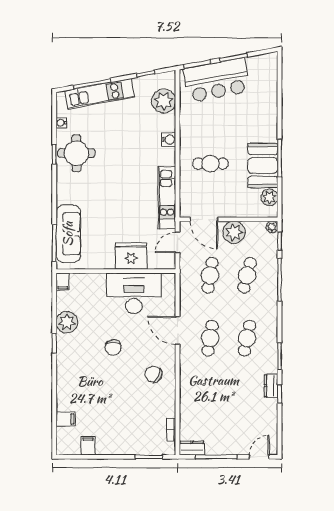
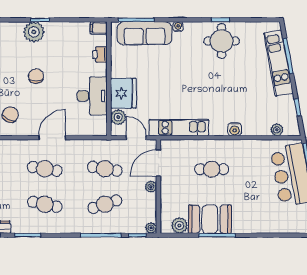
plant: (164, 101) -> (277, 130), width x0.53, depth x0.53
water cooler: (61, 123) -> (178, 27), moved
cafe table: (210, 164) -> (212, 169), turned 90
plant: (234, 232) -> (151, 187), width x0.53, depth x0.53
plant: (156, 261) -> (118, 117), added
cafe table: (247, 275) -> (105, 204), turned -33
printer: (90, 280) -> (100, 54), added
desk: (134, 293) -> (92, 96), width x0.73, depth x0.77
plant: (67, 322) -> (34, 32), moved
chair: (113, 347) -> (36, 76), turned 90

